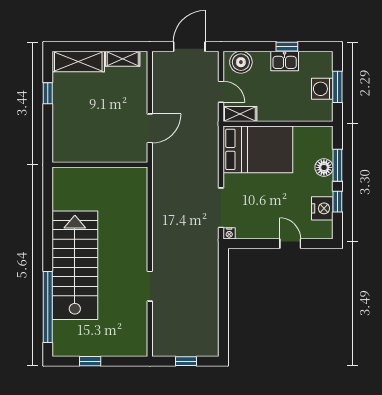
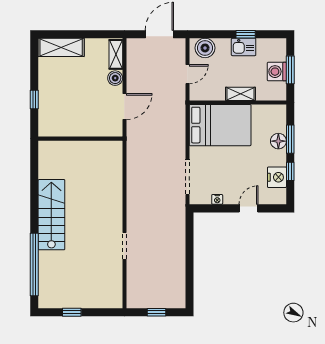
shelving: (123, 59) -> (116, 54), moved, turned 90
door: (221, 92) -> (187, 74), hinge flipped
window: (48, 93) -> (34, 99), moved
boiler: (139, 96) -> (115, 78), added
shelving: (240, 114) -> (240, 94), moved
nightstand: (229, 233) -> (217, 199), moved
door: (290, 244) -> (249, 208), hinge flipped
stairs: (75, 265) -> (51, 215), width x0.73, depth x0.66

